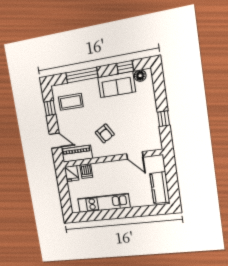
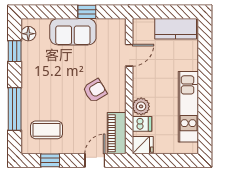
sofa: (117, 85) -> (73, 32), moved, turned 90
coffee table: (71, 102) -> (47, 130), turned 90
plant: (99, 169) -> (141, 106), added

